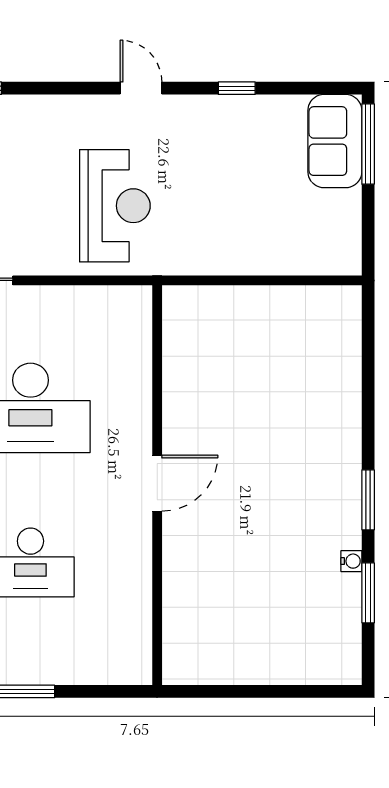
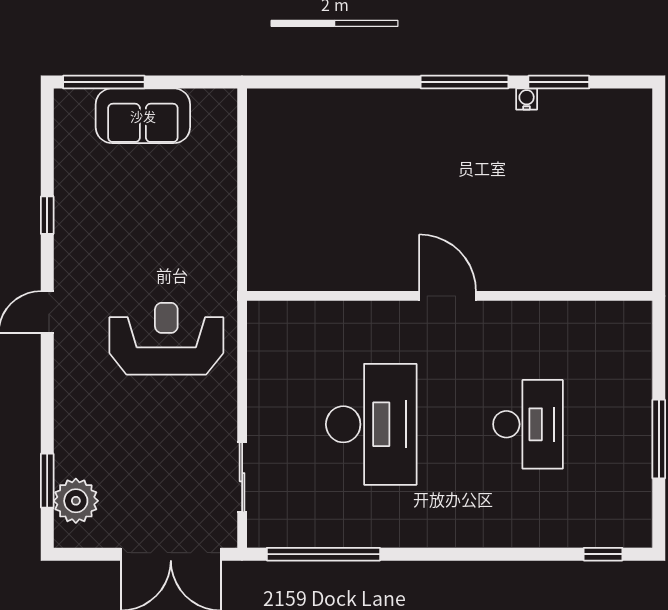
sofa: (335, 141) -> (143, 116), moved
window: (368, 500) -> (465, 82), width x1.44

